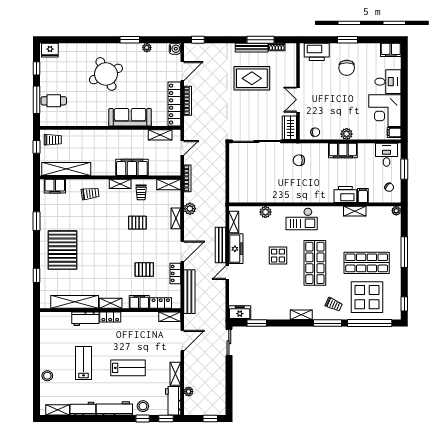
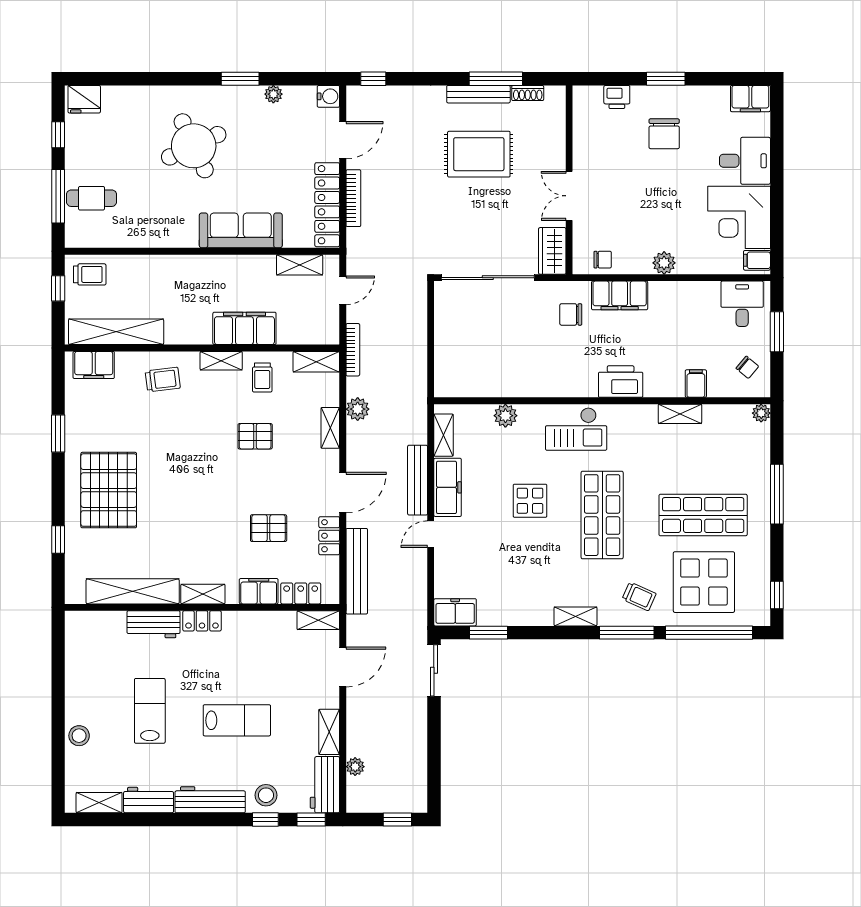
printer: (317, 52) -> (617, 97), width x0.53, depth x0.68
filing cabinet: (343, 151) -> (620, 295), moved
printer: (345, 195) -> (621, 382), moved

